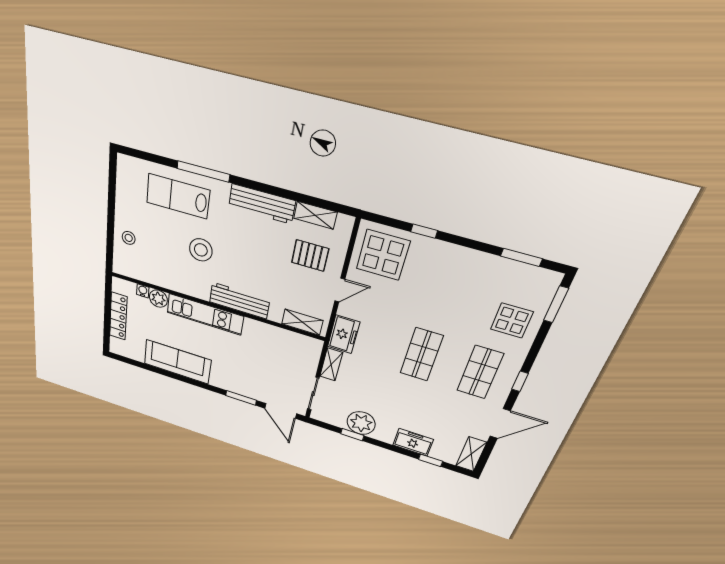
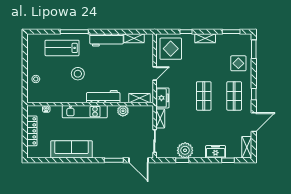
shelving: (460, 255) -> (205, 38), added
pallet: (310, 256) -> (136, 60), removed
plant: (158, 299) -> (123, 111), moved

